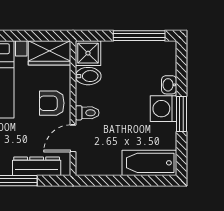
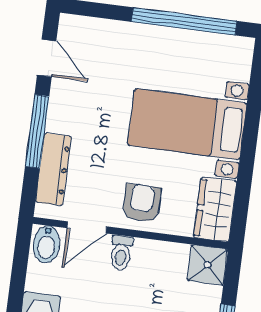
bidet: (88, 76) -> (47, 244), moved
door: (73, 138) -> (87, 227), swing flipped

